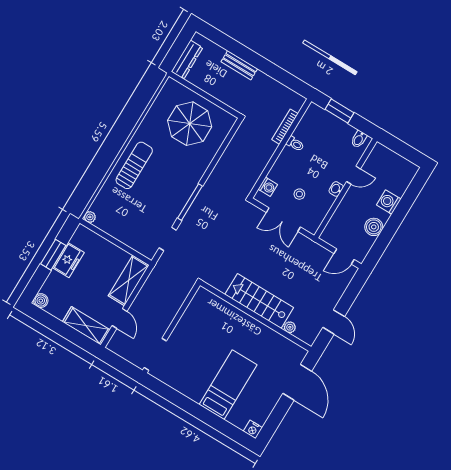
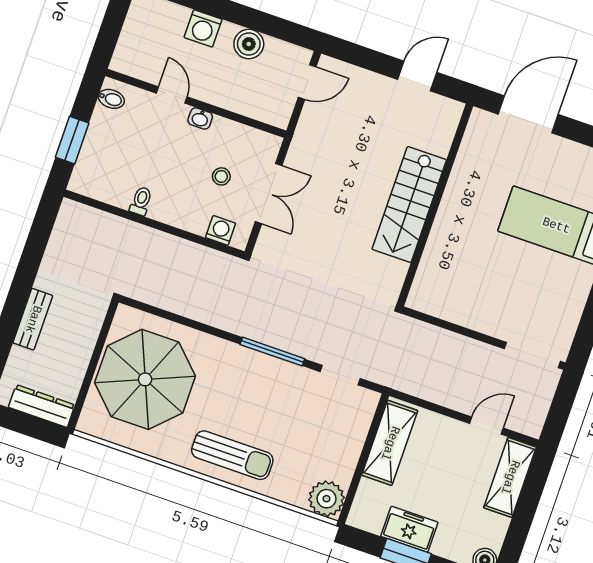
parasol: (190, 124) -> (145, 379), width x1.36, depth x1.36
bookcase: (285, 127) -> (117, 223), removed
sun lounger: (134, 165) -> (232, 455), turned 180
plant: (90, 217) -> (326, 499), width x1.88, depth x1.88
door: (344, 256) -> (307, 82), hinge flipped
shelving: (129, 280) -> (390, 443), moved, turned 90
plant: (290, 327) -> (441, 146), removed

